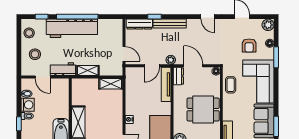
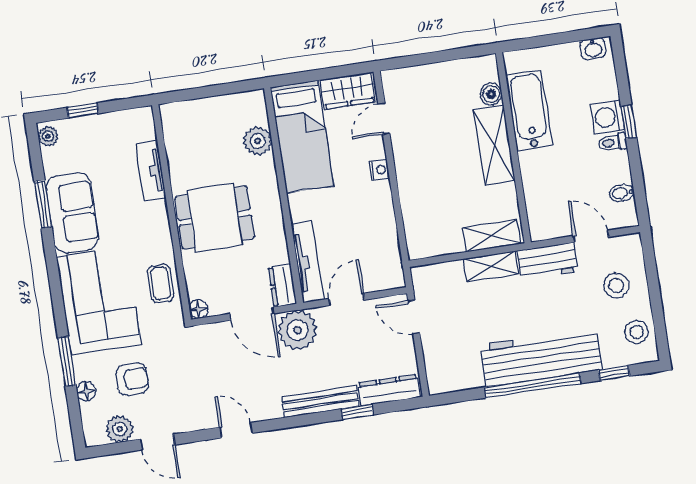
plant: (268, 25) -> (120, 429), moved
armchair: (249, 45) -> (132, 379), turned 90
plant: (171, 60) -> (298, 330), width x1.87, depth x1.87
shelving: (111, 84) -> (492, 236), moved
washing machine: (28, 105) -> (608, 117), moved

